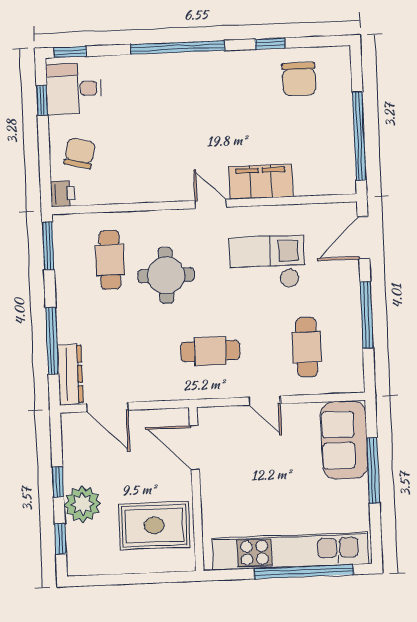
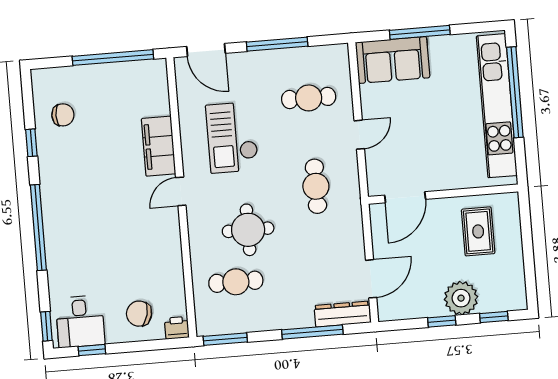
chair: (299, 79) -> (63, 115), width x0.73, depth x0.73
rug: (154, 525) -> (478, 231), width x0.73, depth x0.70

